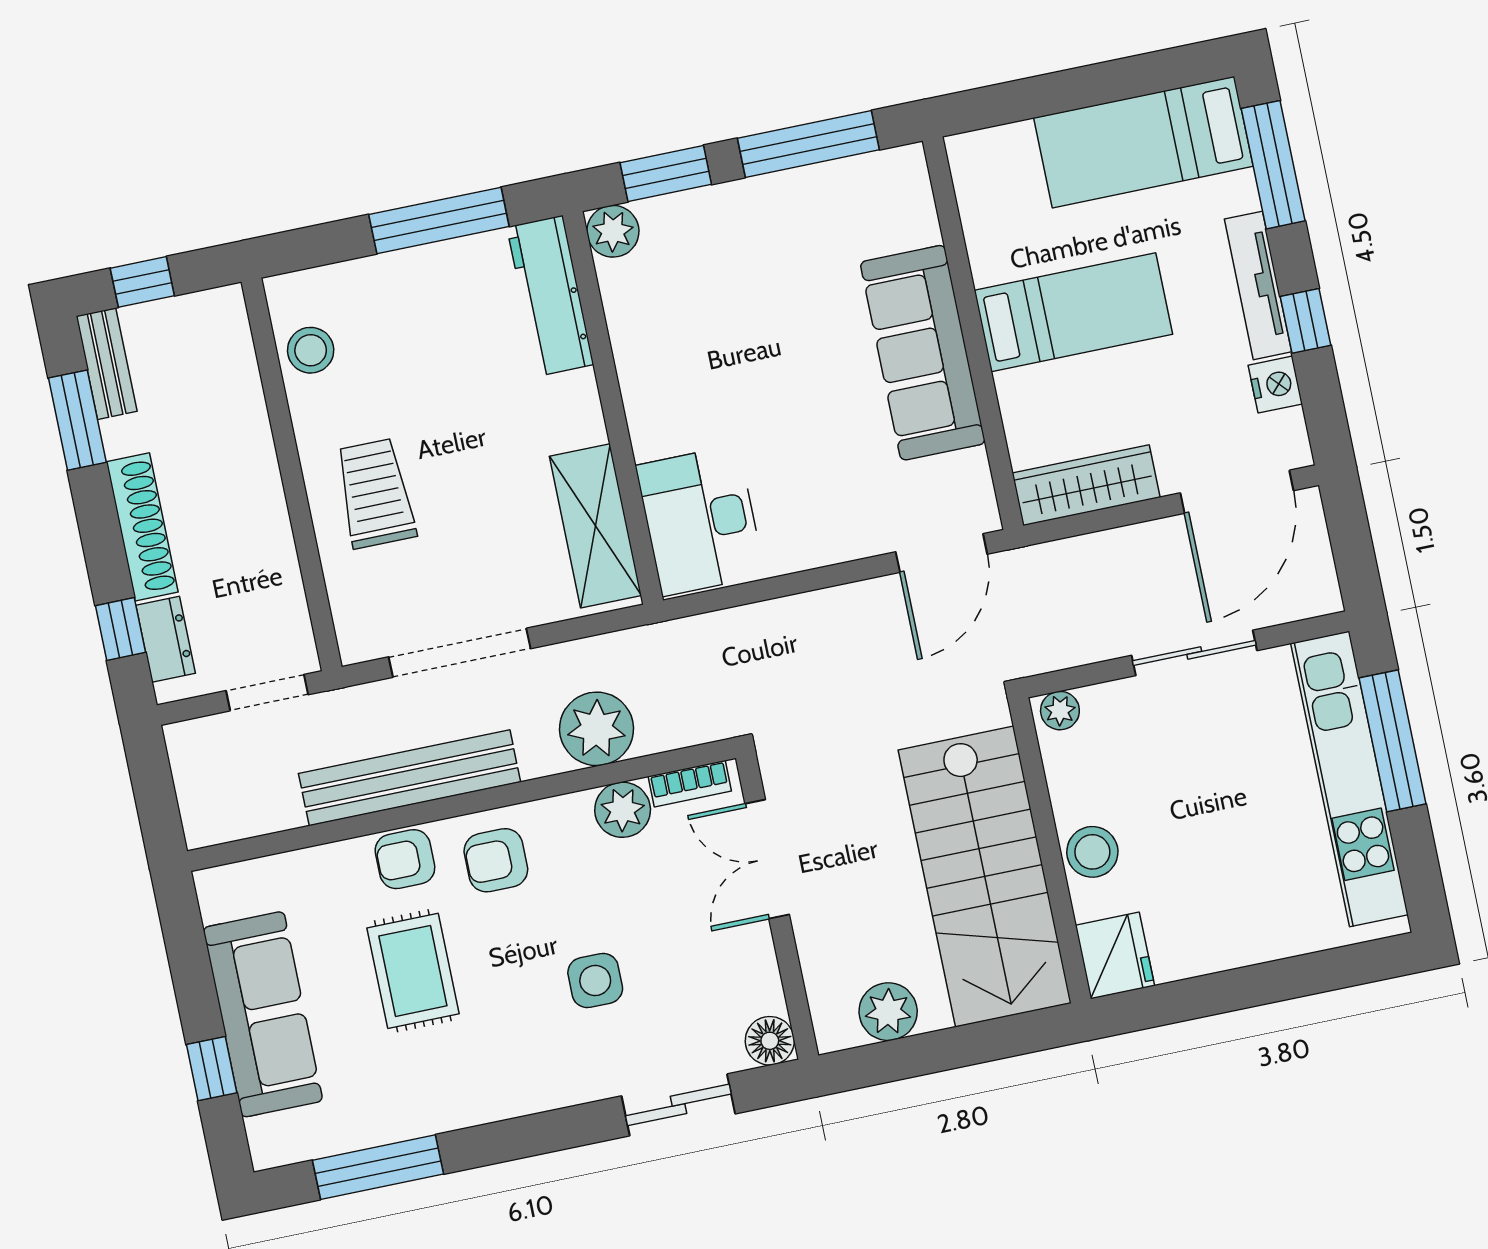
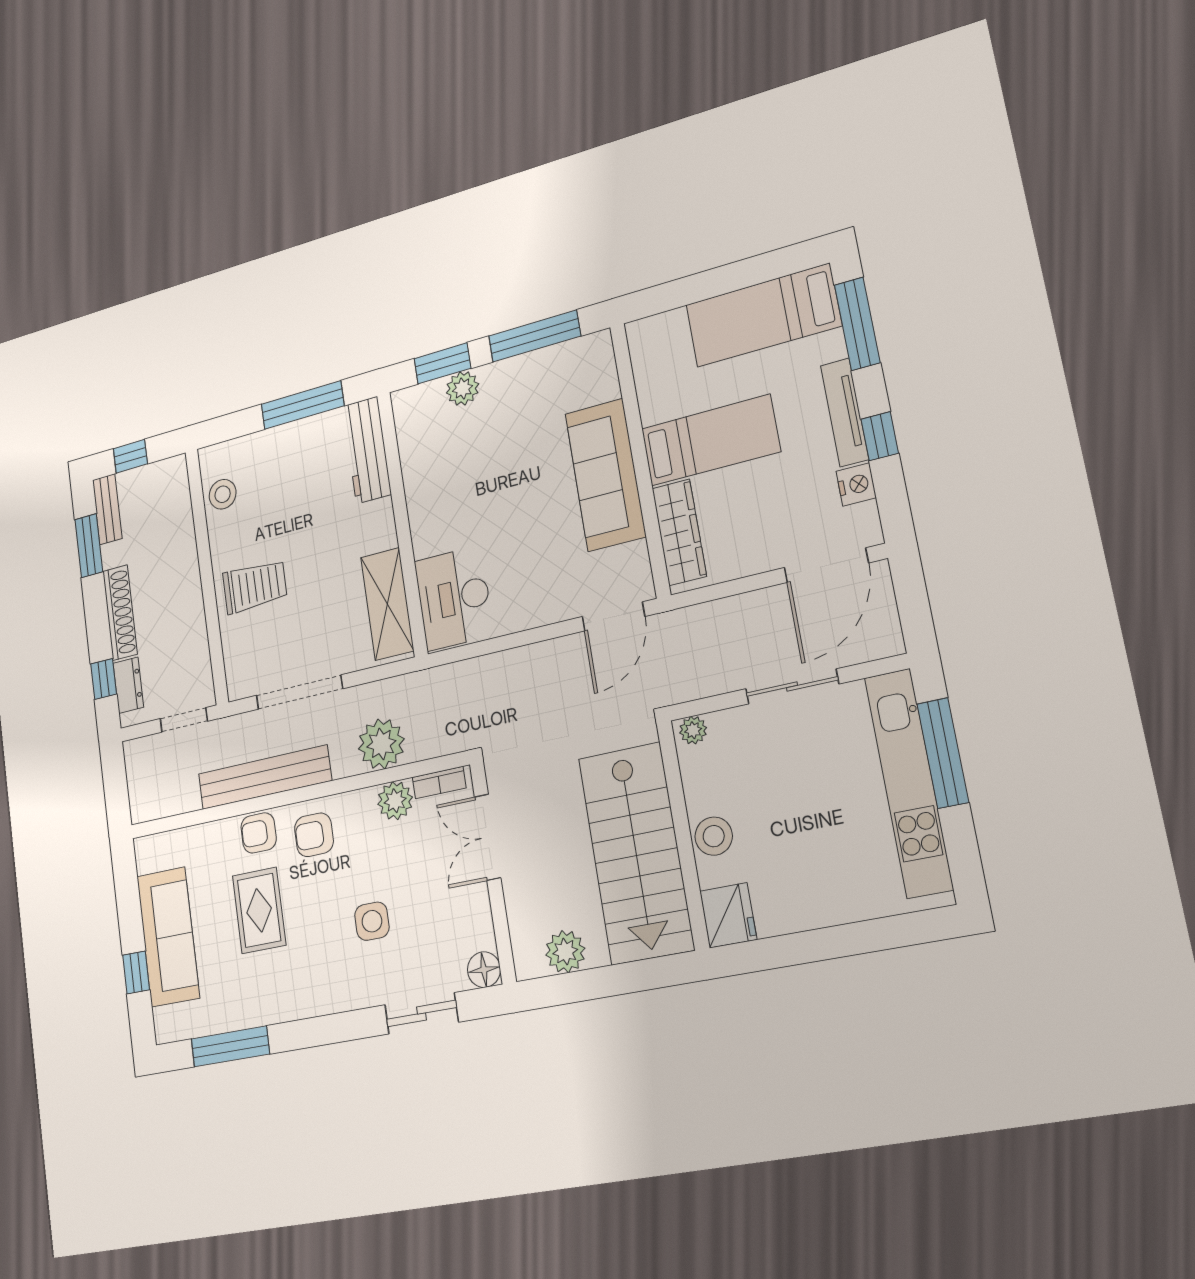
plant: (613, 231) -> (463, 388), moved
wardrobe: (1086, 485) -> (679, 532), moved, turned 90
trolley: (375, 493) -> (255, 586), turned 90

